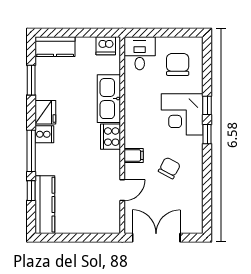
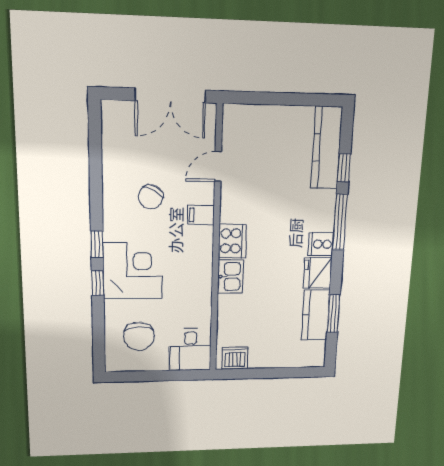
kitchen counter: (55, 47) -> (315, 315), moved, turned -90
kitchen sink: (109, 99) -> (230, 277), width x0.53, depth x0.81

